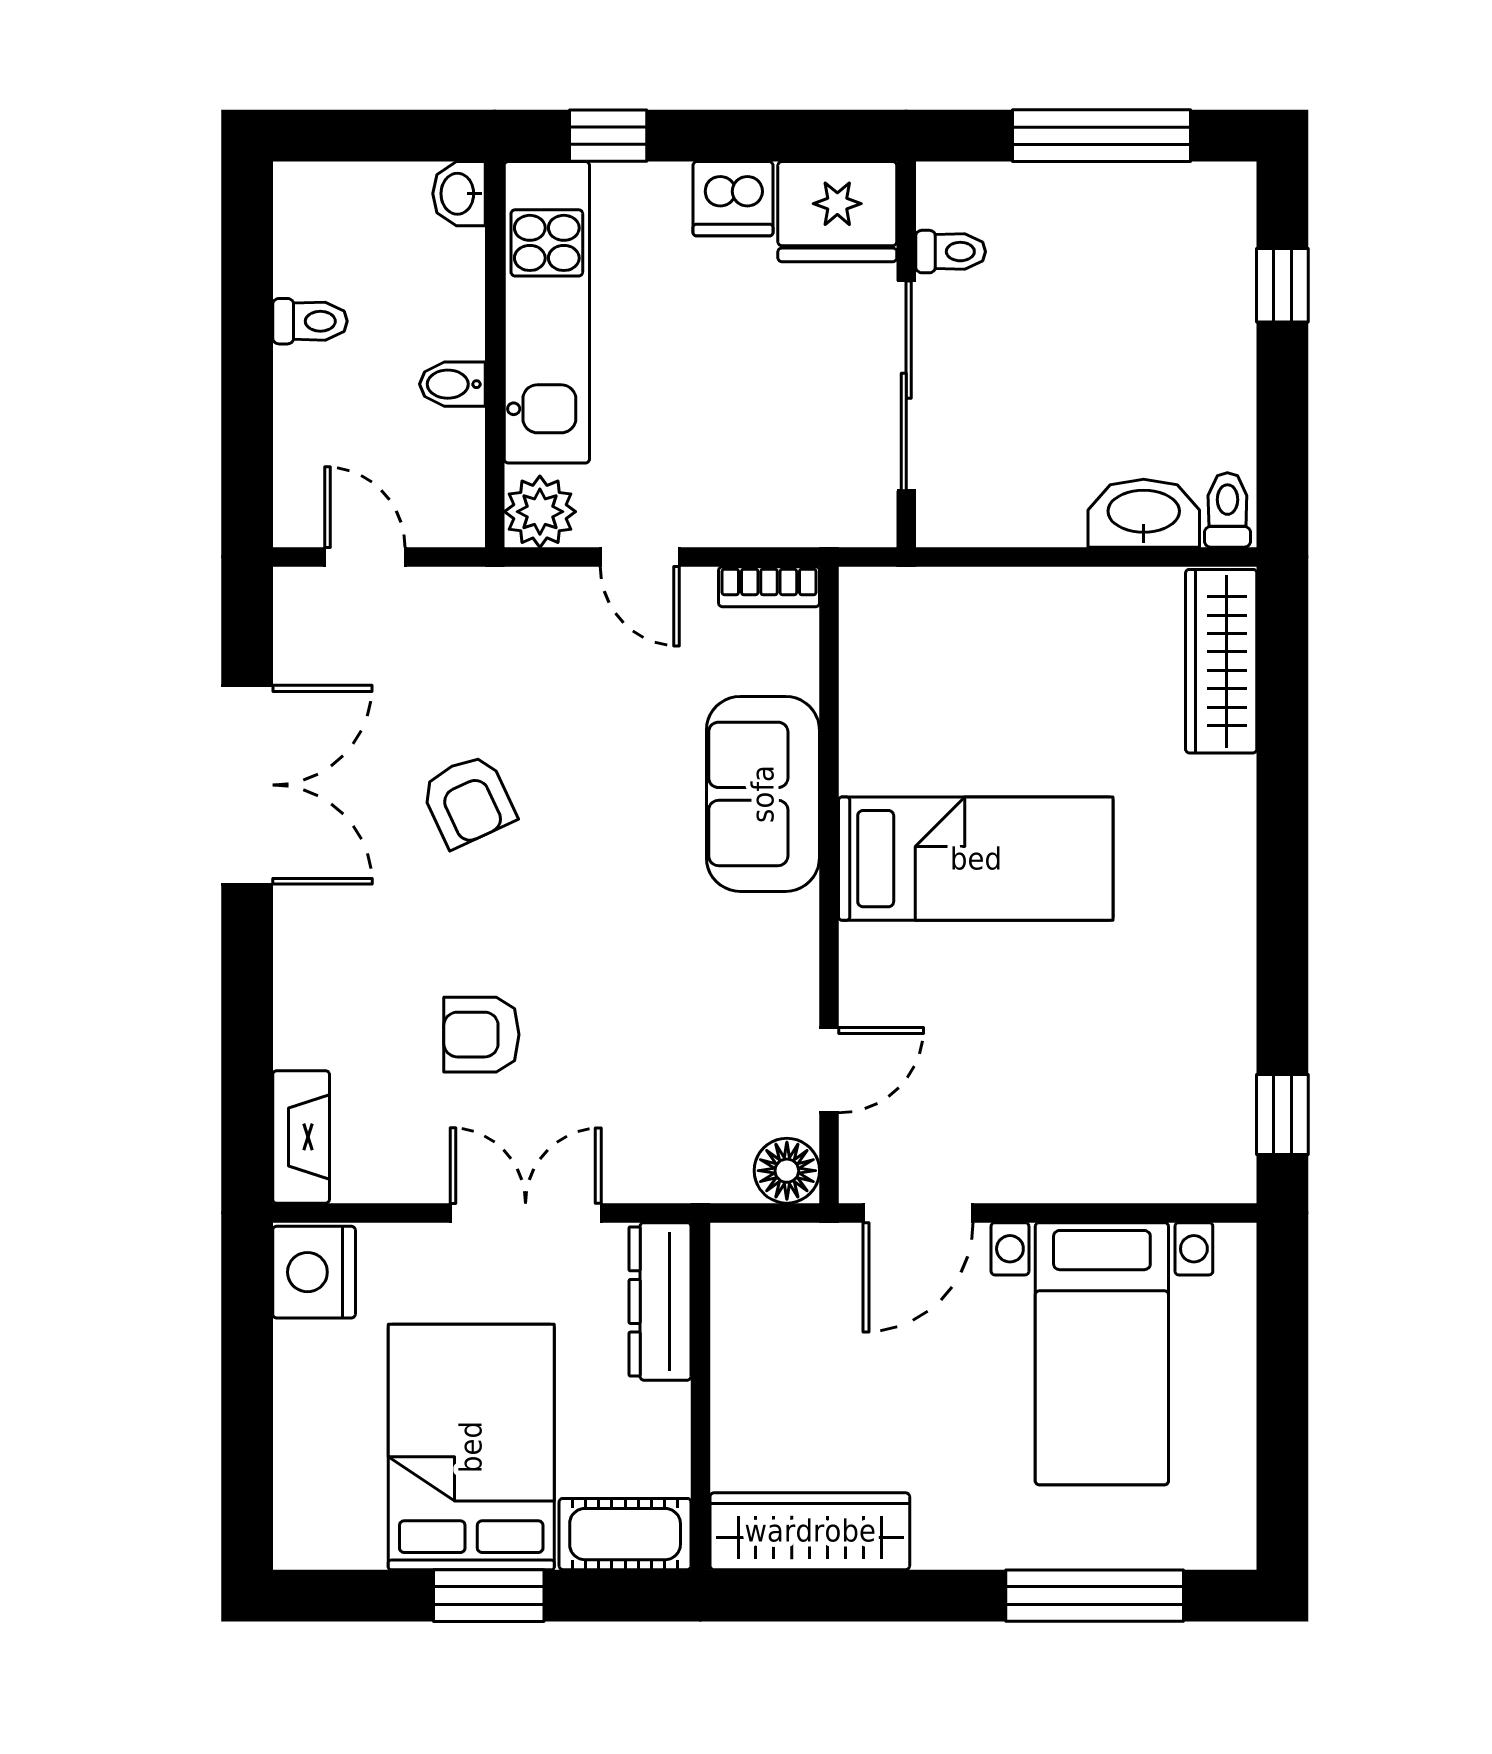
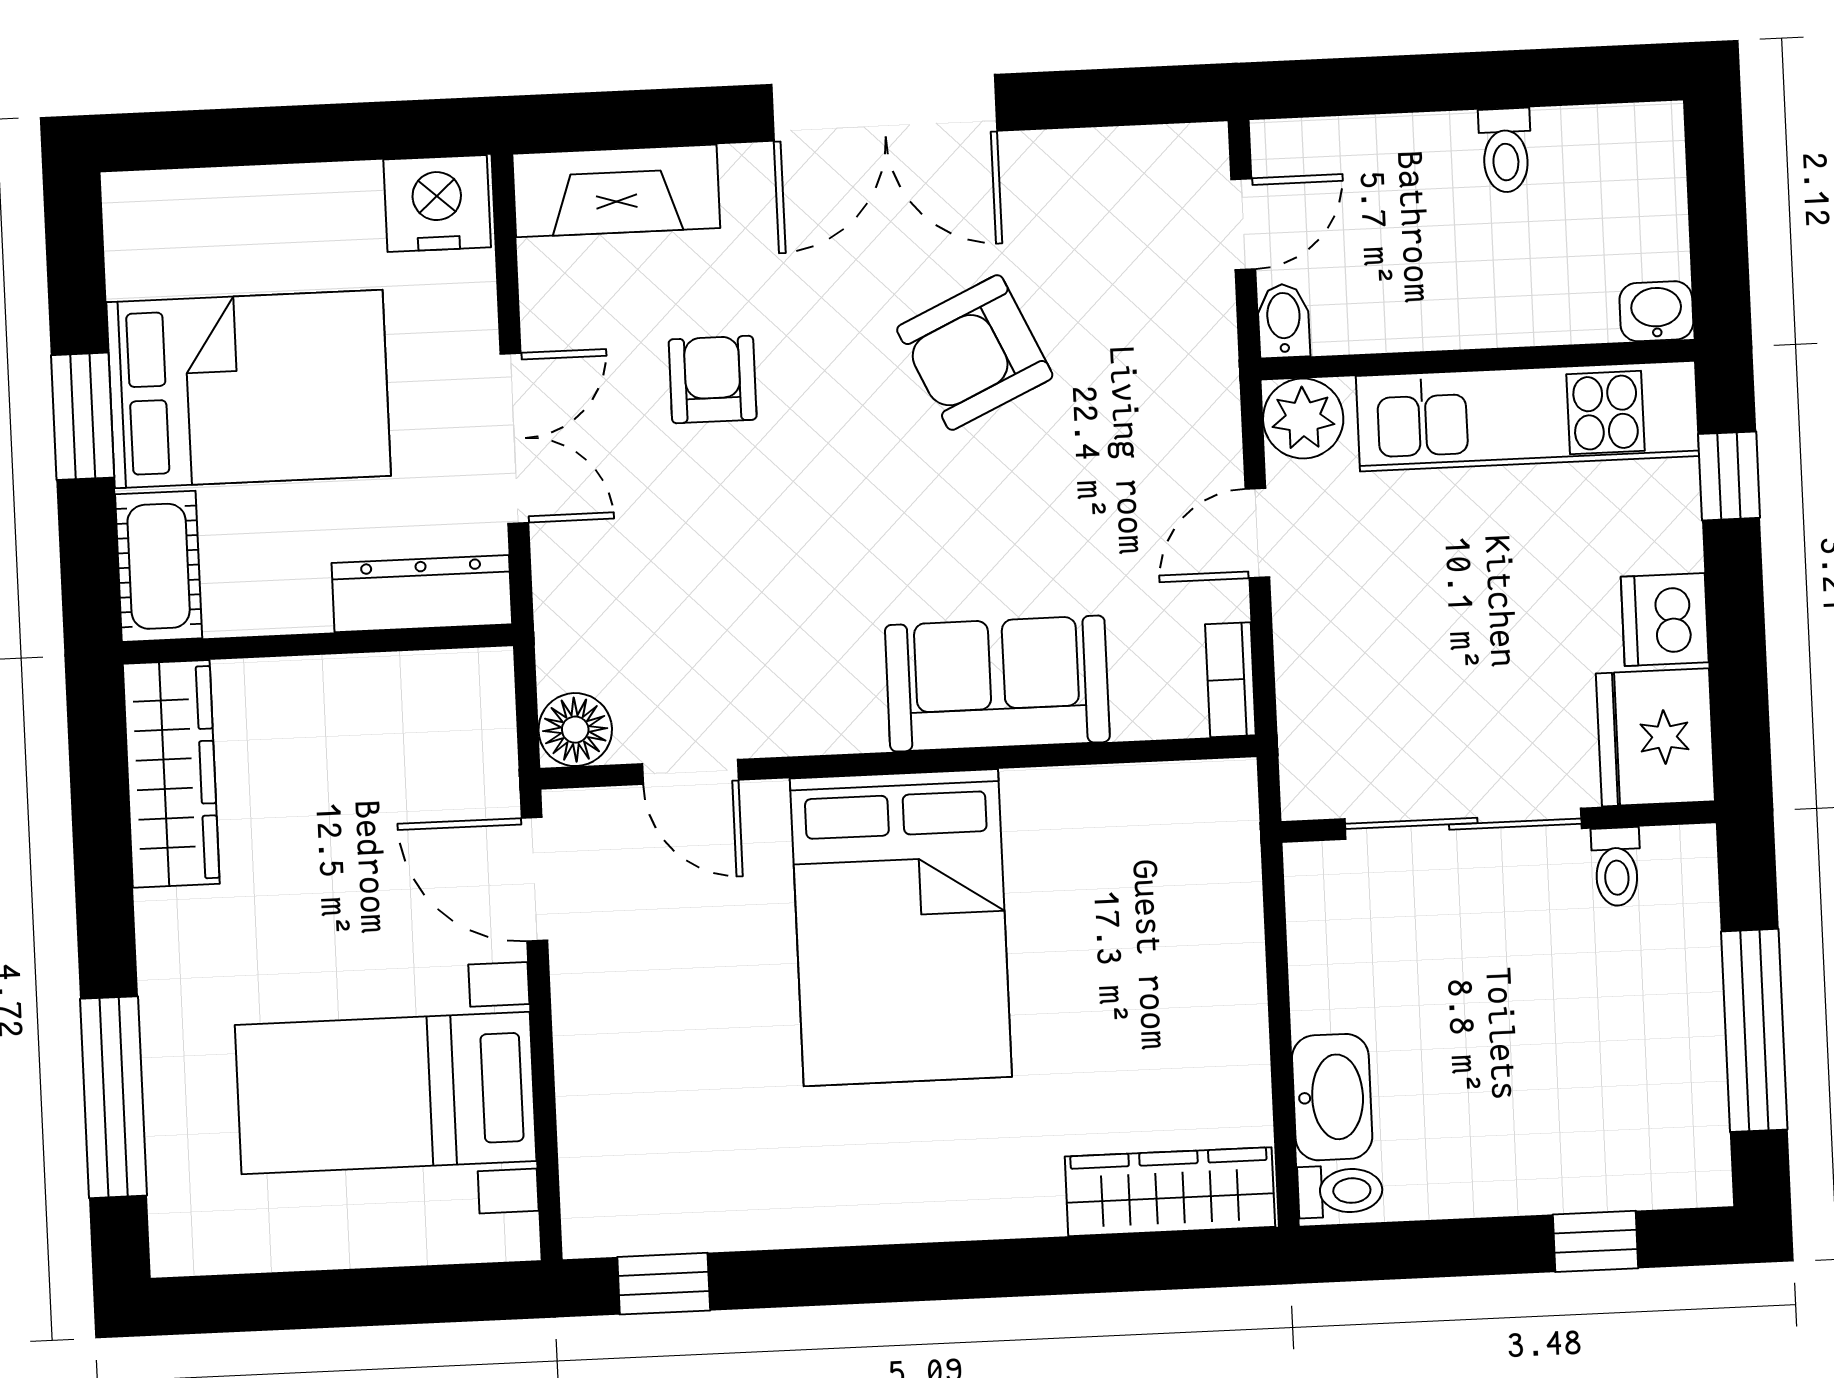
bidet: (452, 384) -> (1284, 321), moved
double door: (247, 785) -> (884, 108), moved
armchair: (468, 801) -> (975, 353), width x1.38, depth x1.38
bed: (976, 859) -> (901, 928), width x1.50
fireplace: (301, 1137) -> (616, 191), width x1.37, depth x1.32

